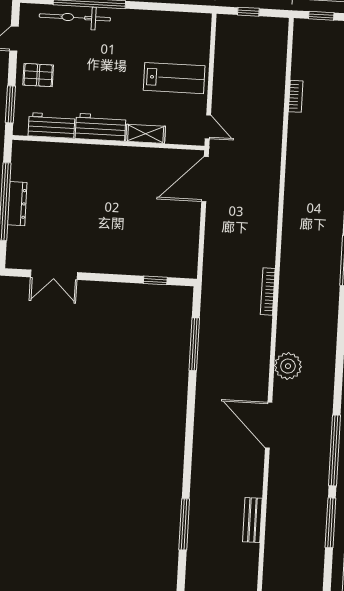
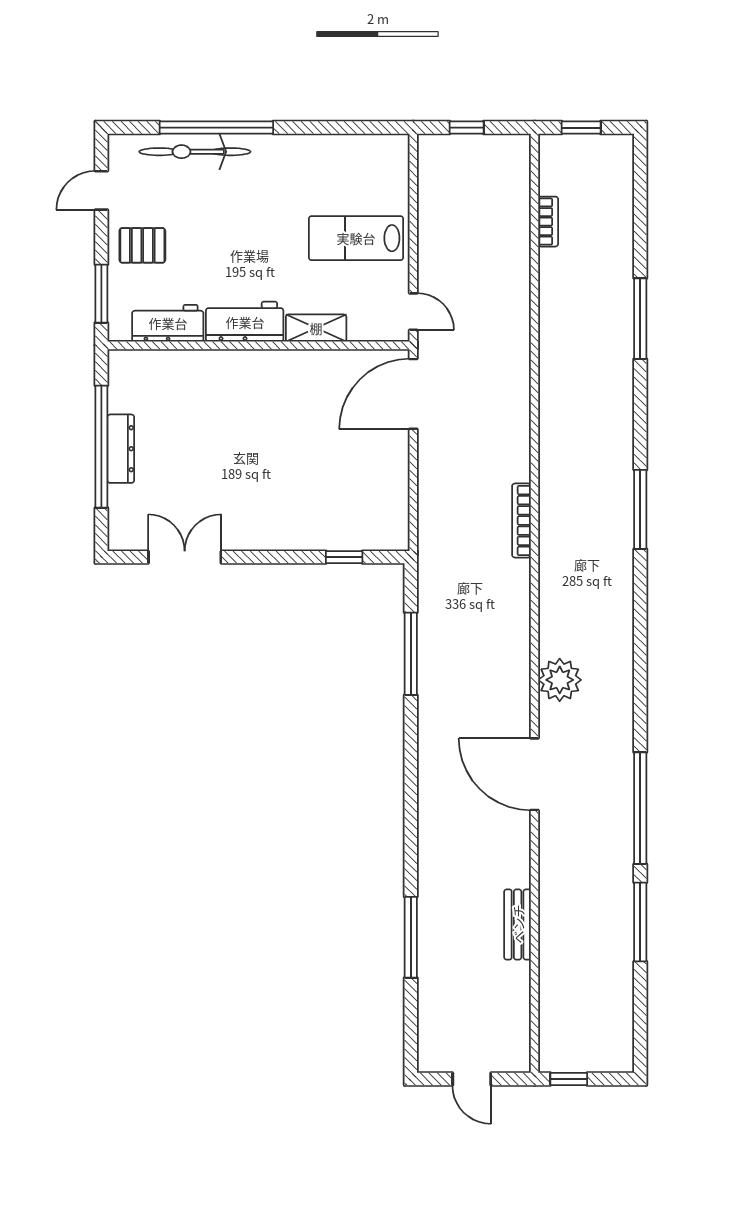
lab bench: (174, 78) -> (356, 238), turned 180
bookcase: (296, 96) -> (548, 222), moved
double door: (54, 275) -> (185, 557), swing flipped
bookcase: (268, 292) -> (521, 521), moved

